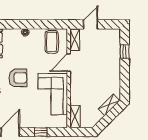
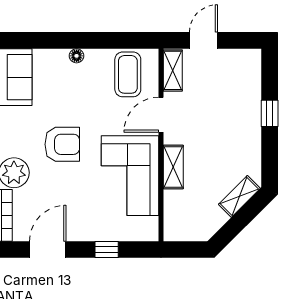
window: (125, 52) -> (270, 113), moved
shelving: (75, 117) -> (173, 167), moved

